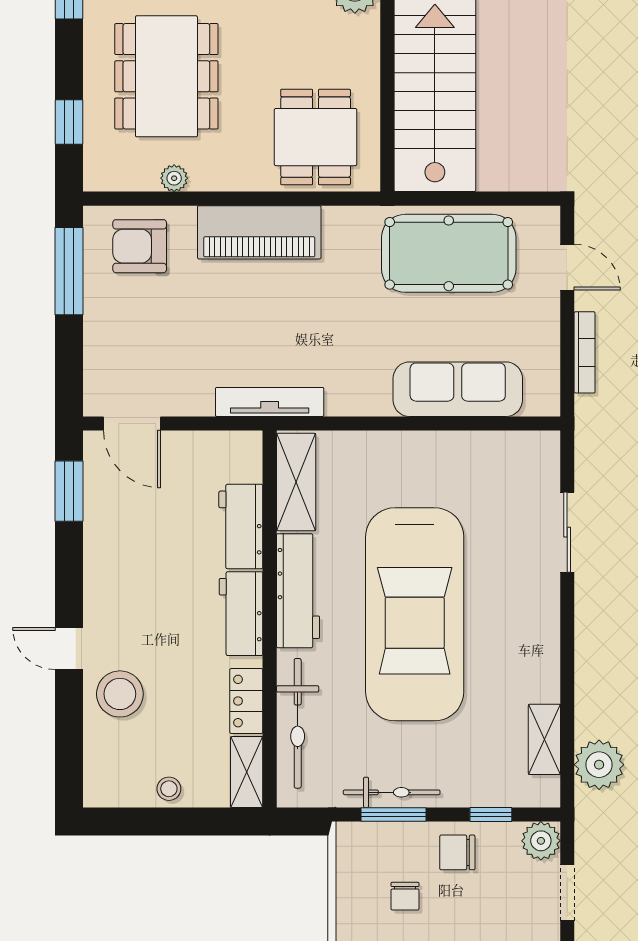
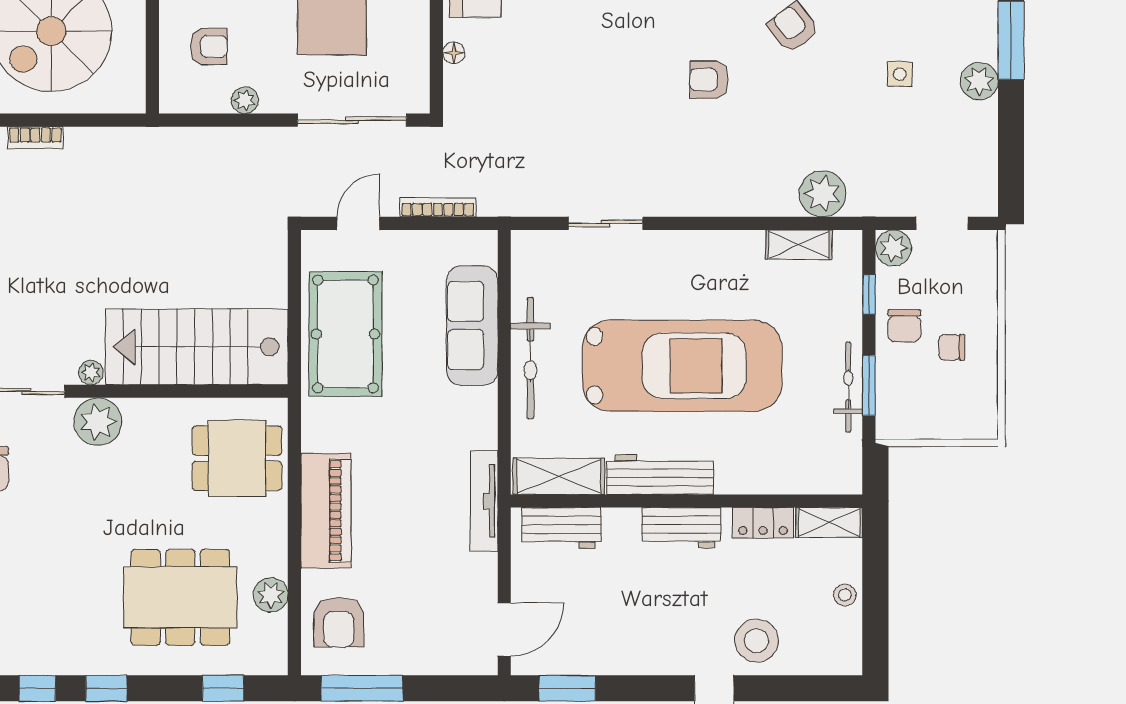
plant: (174, 178) -> (271, 595), width x1.38, depth x1.38
workbench: (241, 527) -> (561, 528), moved
bicycle: (298, 723) -> (530, 358), moved, turned 90
chair: (405, 896) -> (952, 347), moved, turned 180

